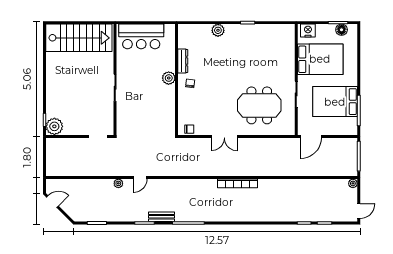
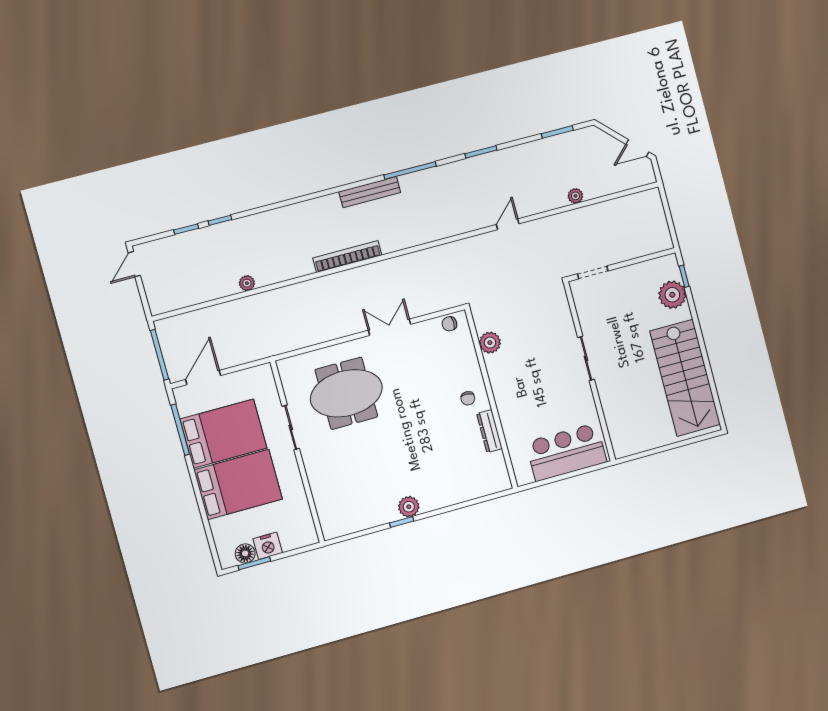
plant: (218, 30) -> (409, 507), moved
nightstand: (308, 31) -> (268, 546), moved
stairs: (79, 38) -> (685, 378), moved, turned -90
bed: (320, 59) -> (238, 484), moved, turned 180
plant: (169, 78) -> (490, 343), moved
plant: (54, 126) -> (672, 295), moved
door: (311, 136) -> (203, 378), moved
plant: (118, 183) -> (575, 196), moved
plant: (353, 183) -> (247, 283), moved
bench: (161, 217) -> (370, 192), moved, width x1.36

